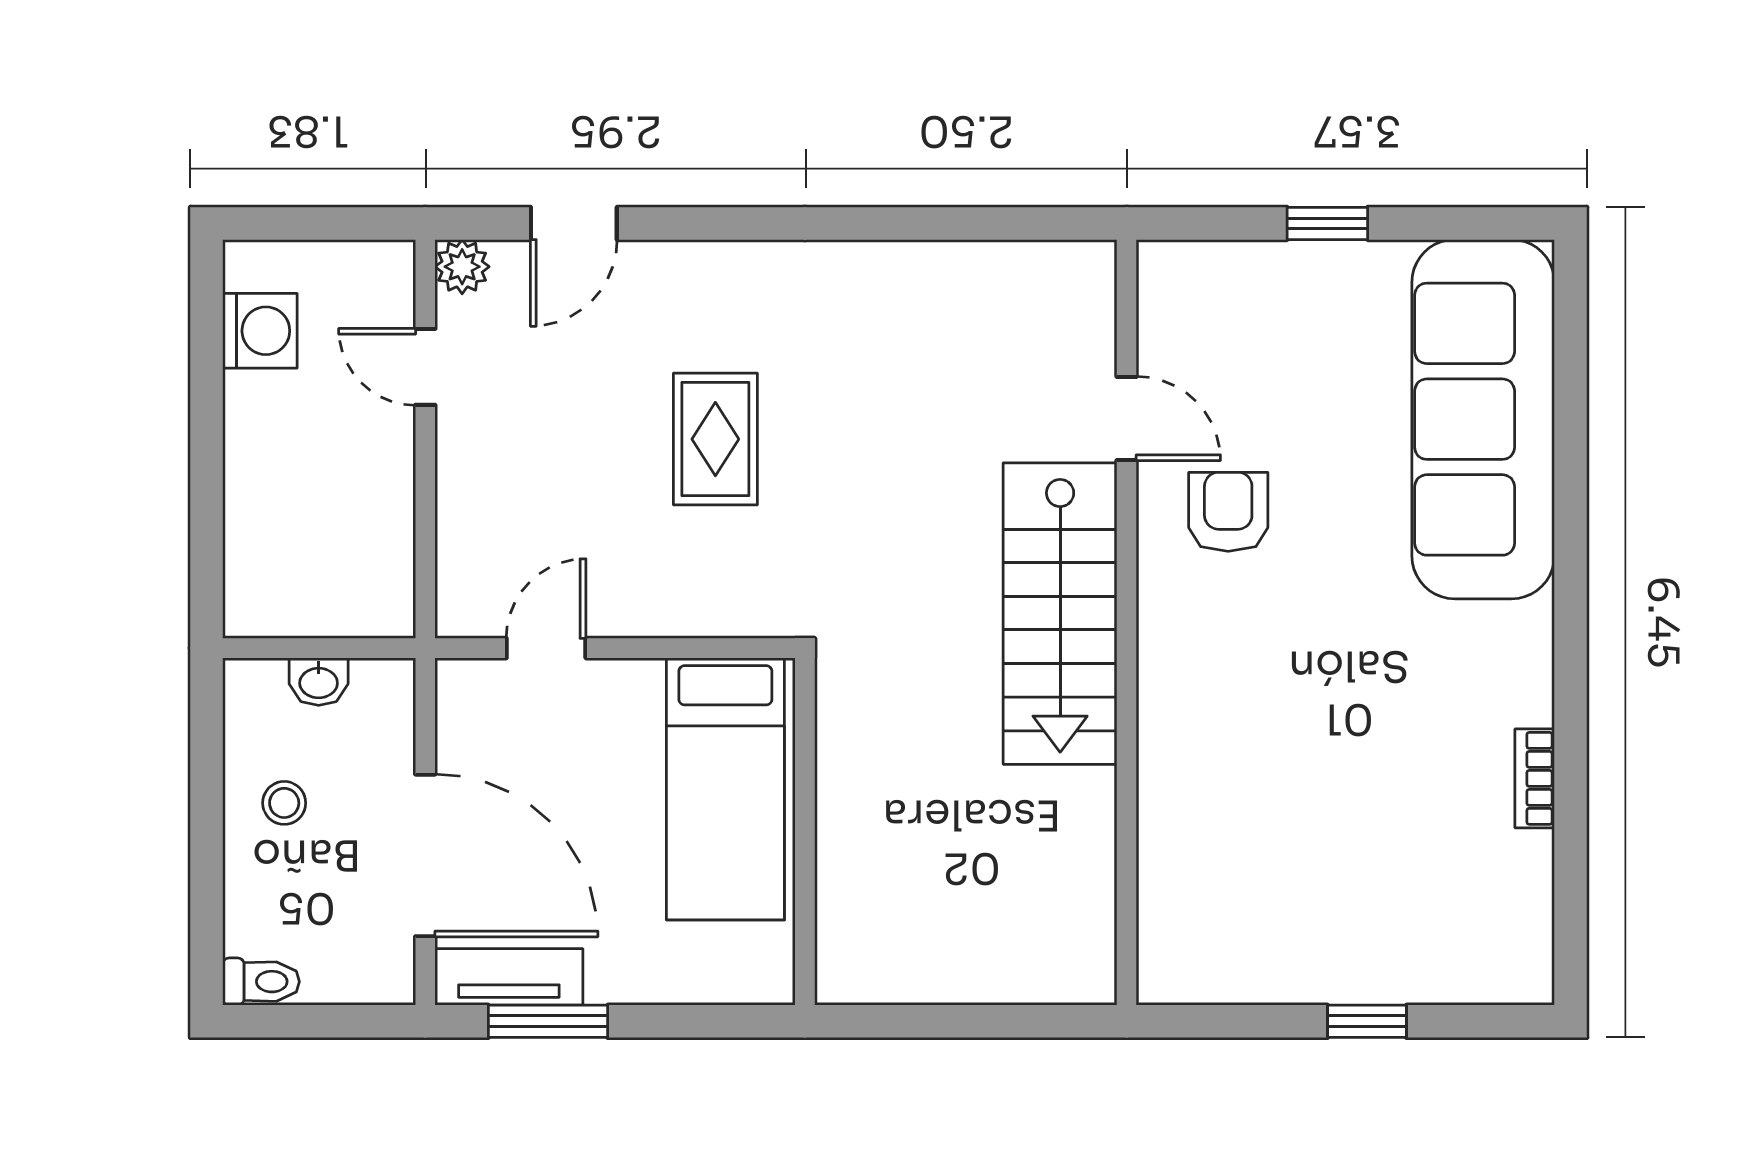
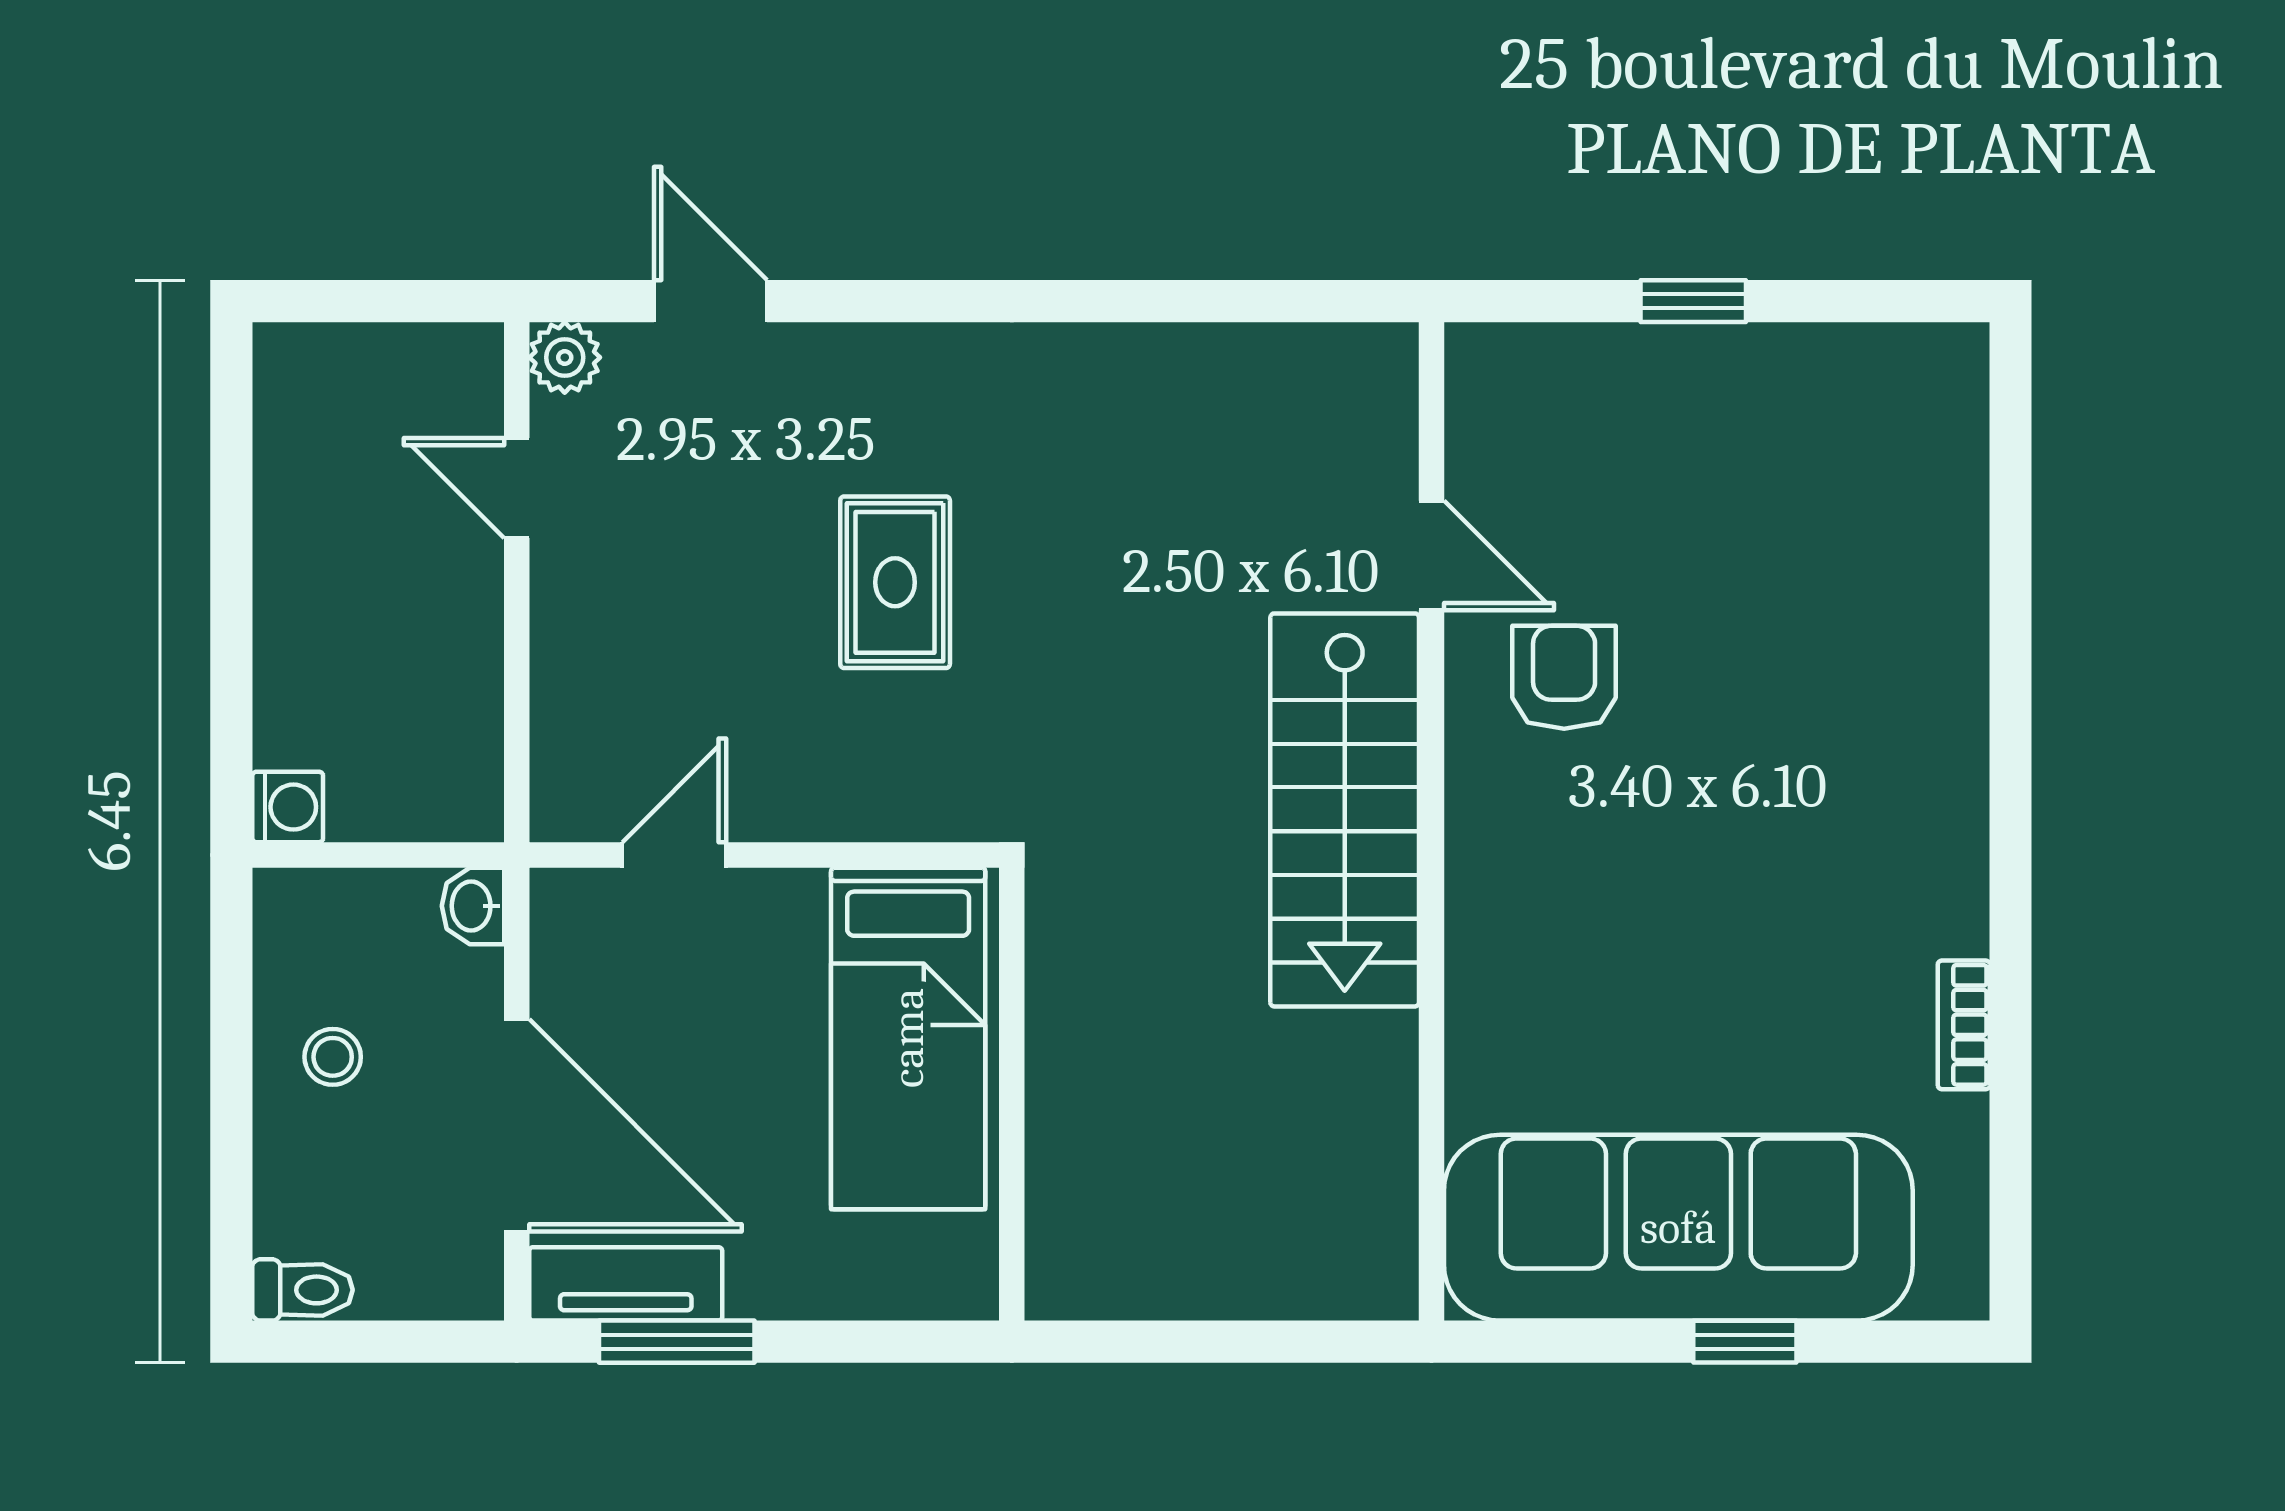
door: (574, 223) -> (710, 301), swing flipped
washing machine: (260, 331) -> (288, 807), moved, width x0.73, depth x0.73
sofa: (1483, 419) -> (1678, 1228), moved, turned 90
washbasin: (319, 682) -> (473, 906), moved, turned 90

